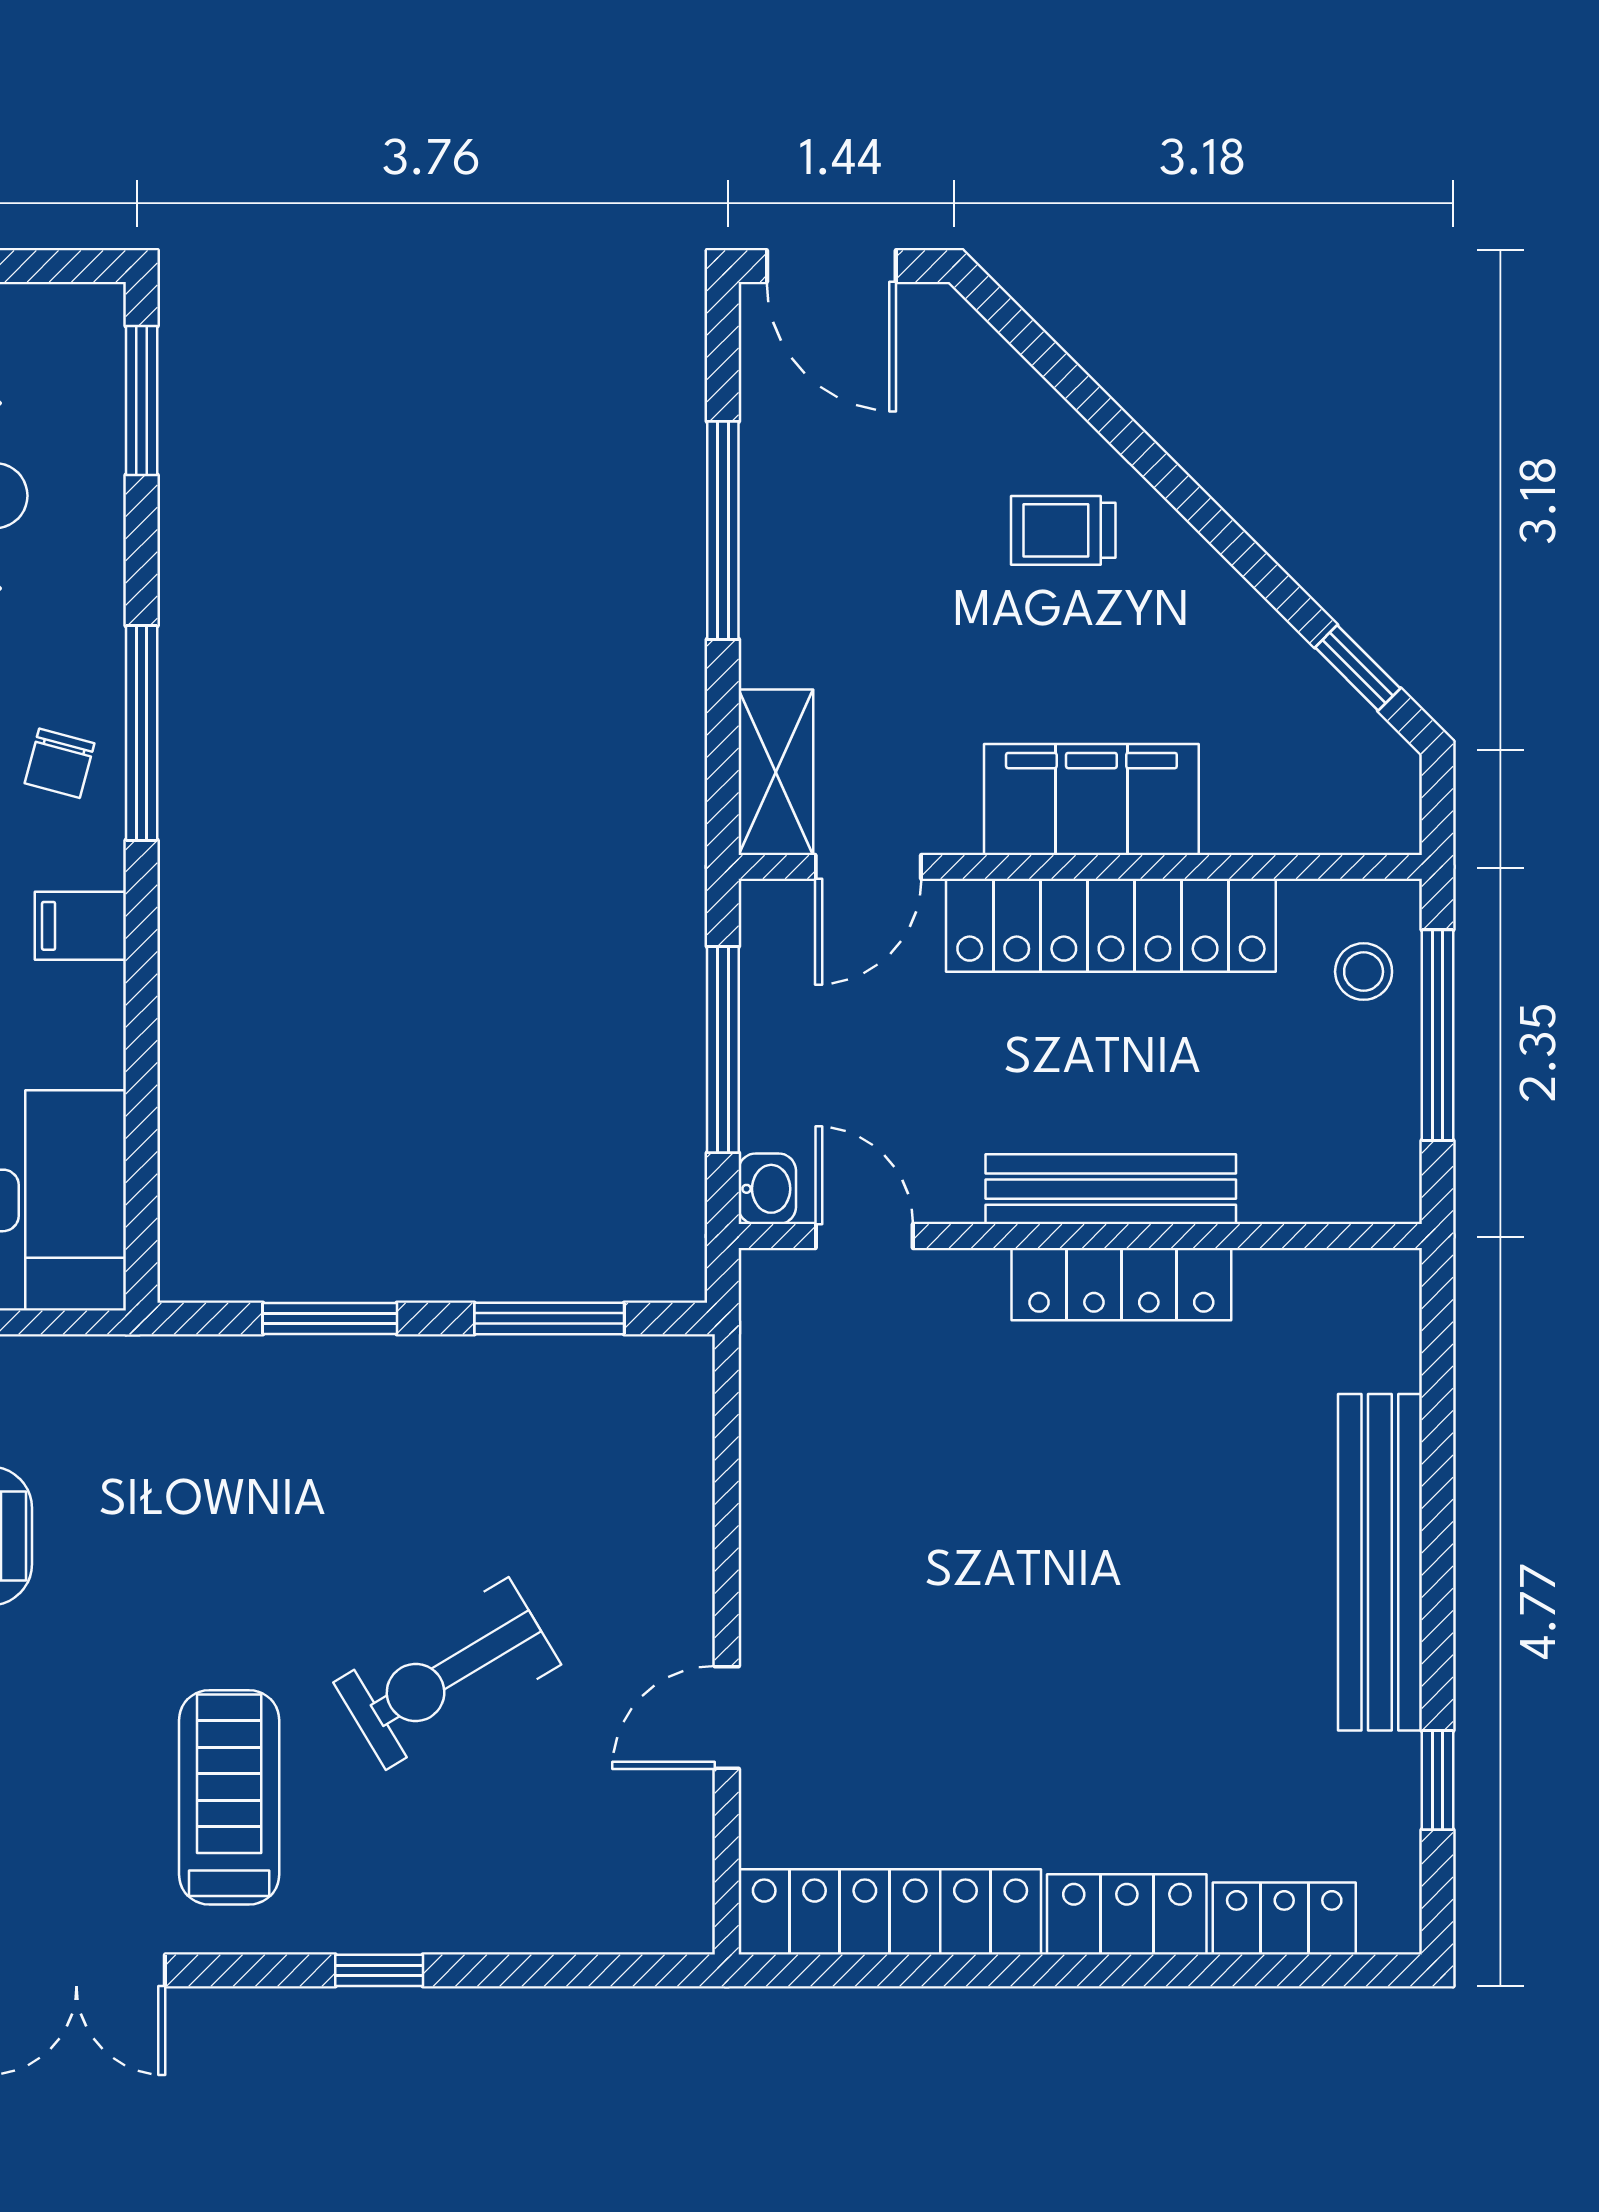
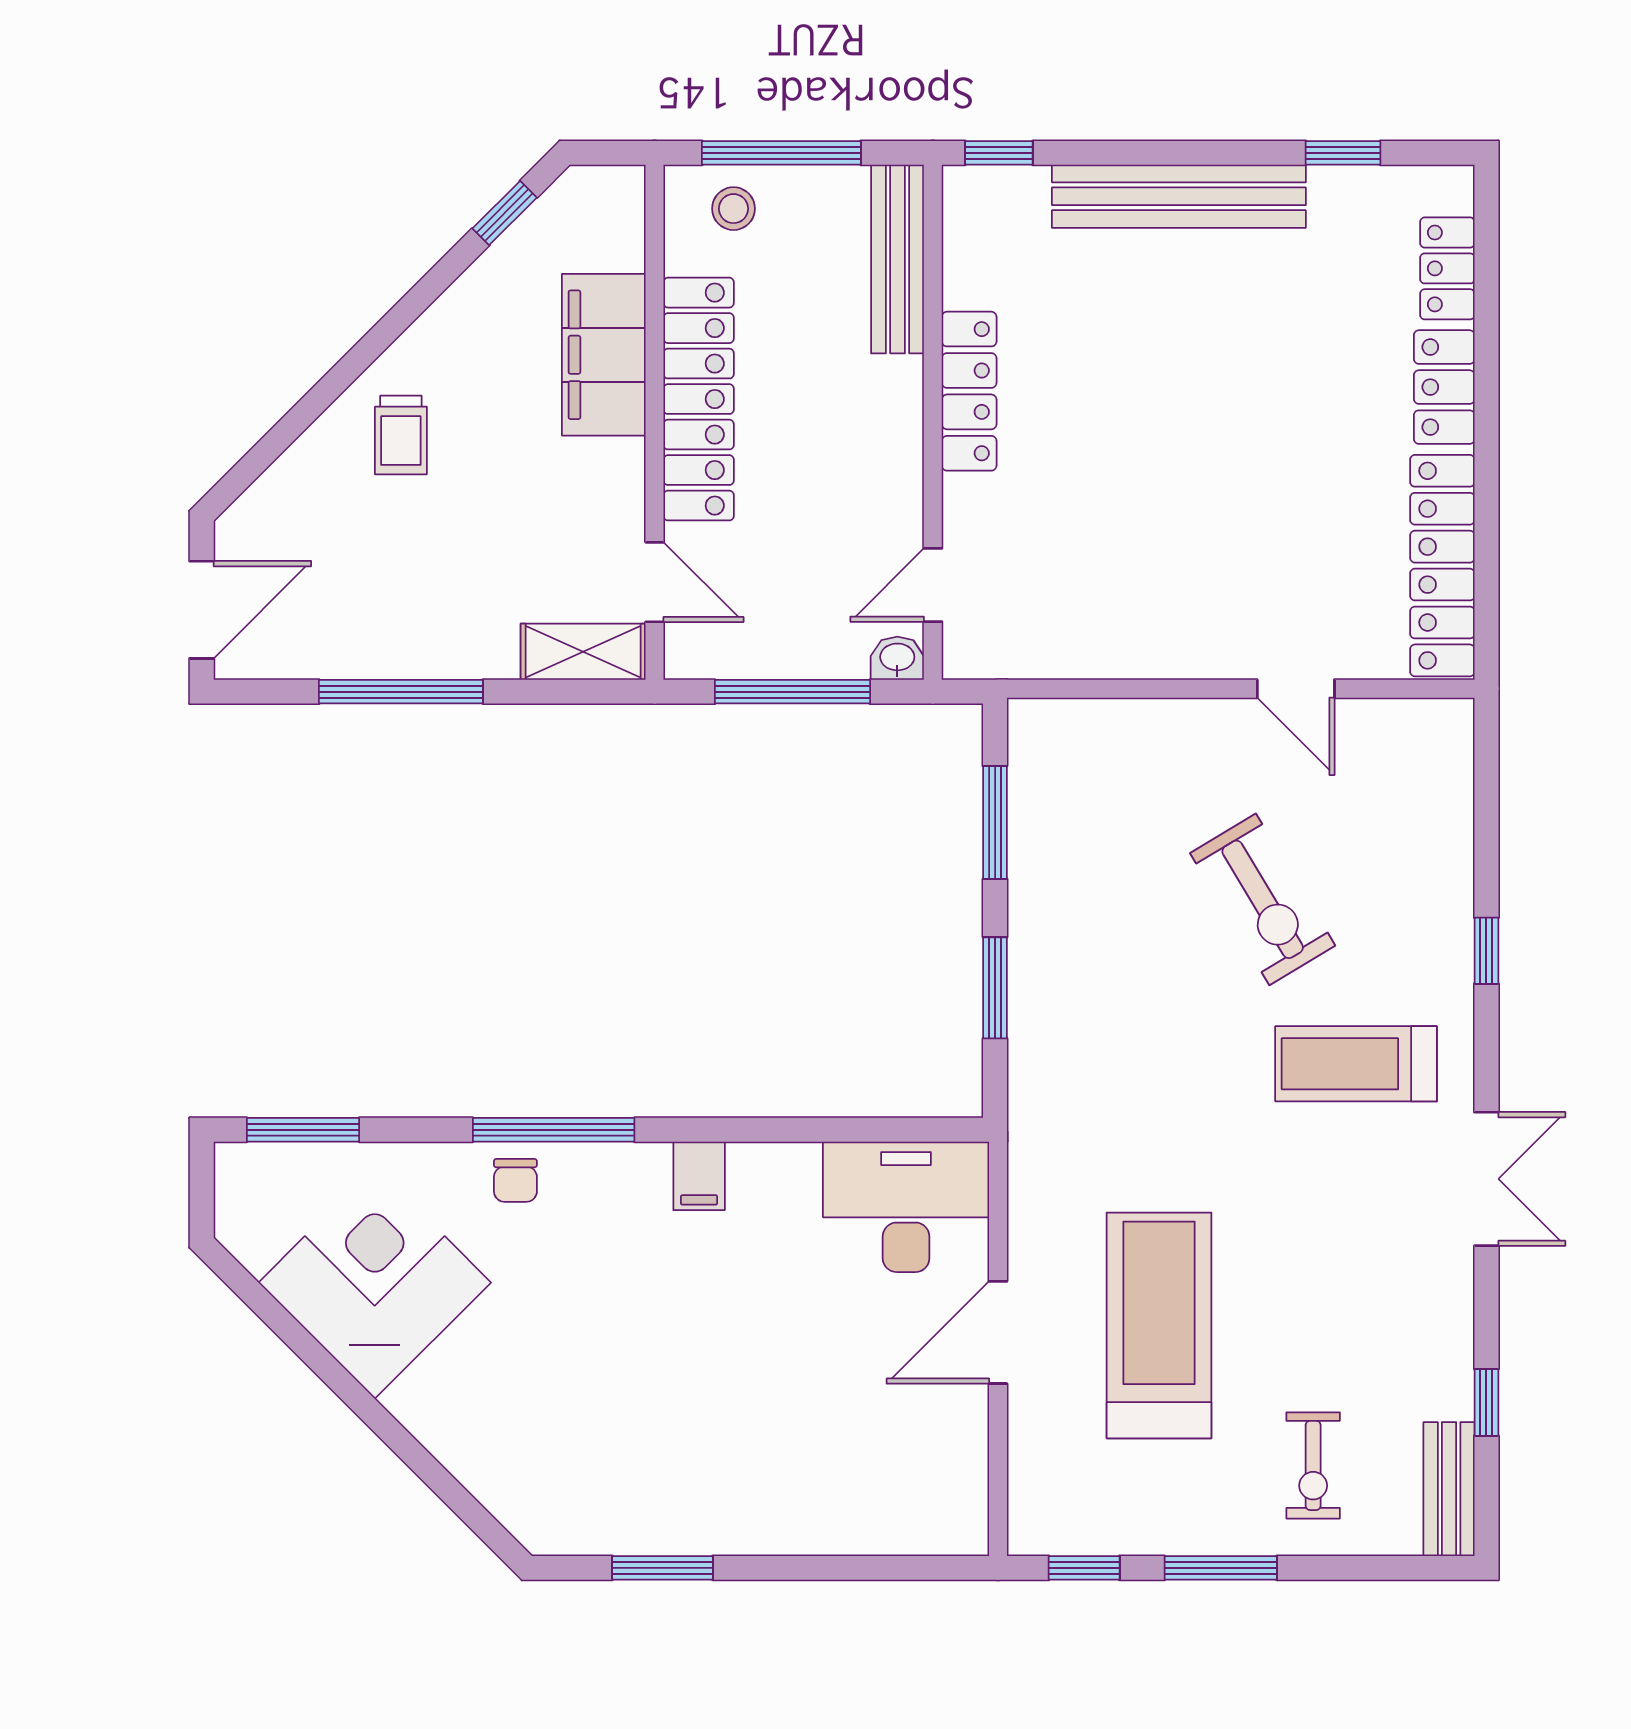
chair: (60, 763) -> (515, 1180), moved, turned 75
filing cabinet: (1091, 799) -> (604, 355), moved
bench: (1111, 1189) -> (898, 259), moved
window: (1437, 1324) -> (999, 153), added

